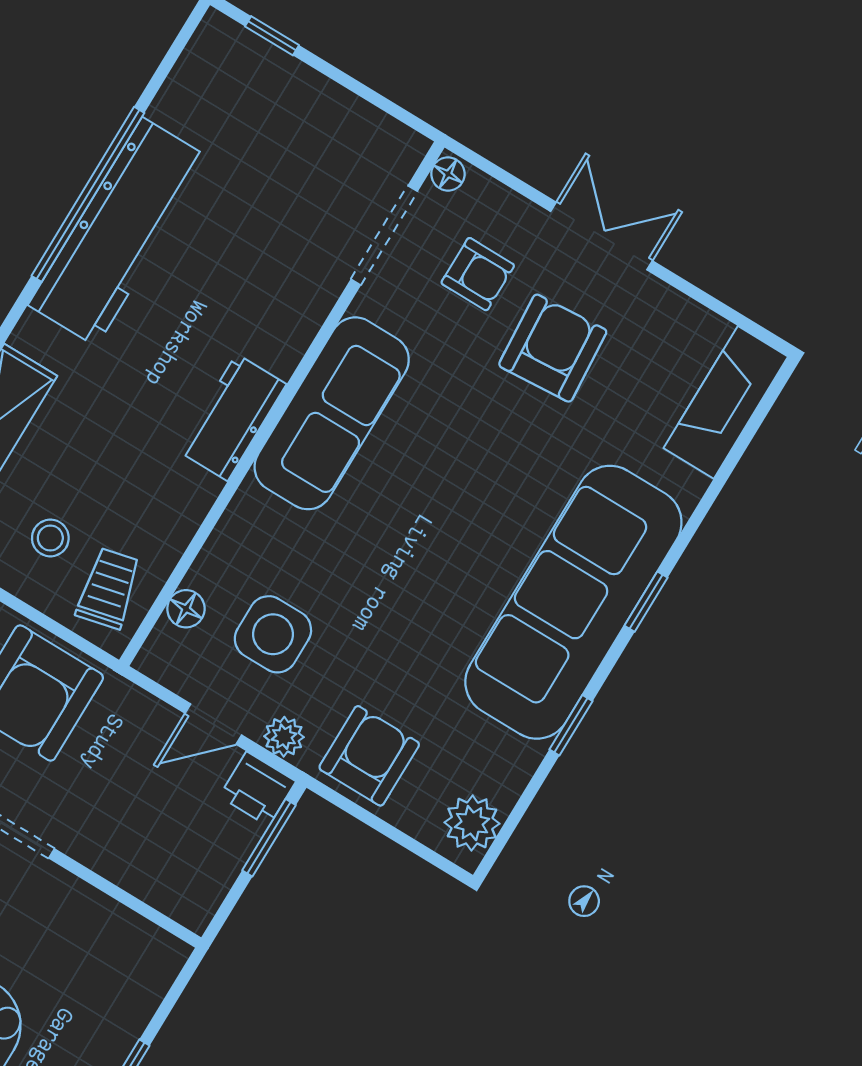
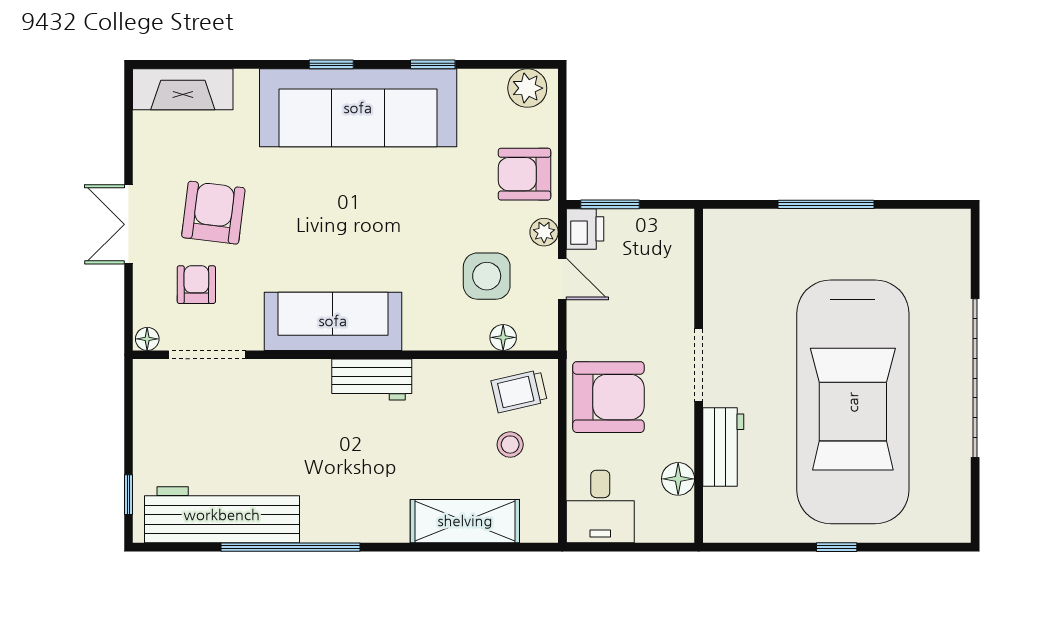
workbench: (119, 232) -> (222, 515), moved
armchair: (553, 348) -> (213, 213), turned 101

